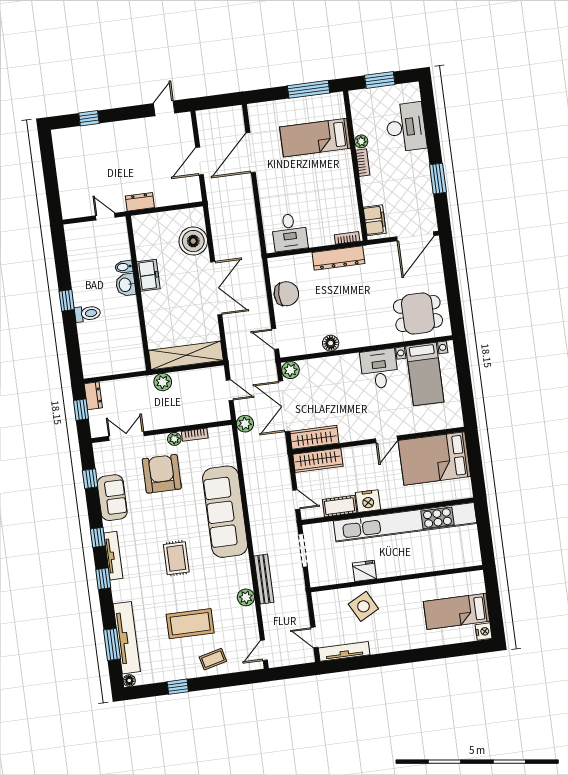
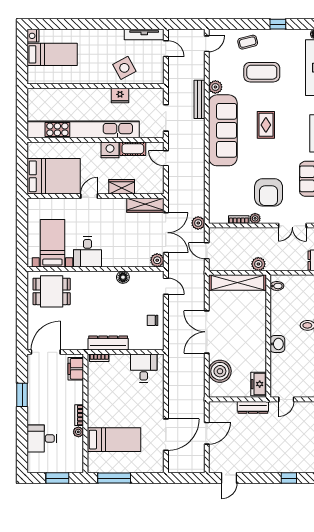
desk: (406, 127) -> (42, 438), width x0.73
dresser: (140, 202) -> (253, 407), width x1.44
door: (105, 217) -> (286, 399), hinge flipped
bidet: (124, 267) -> (277, 286), moved
freezer: (148, 275) -> (259, 384), moved
chair: (286, 294) -> (153, 320), width x0.54, depth x0.54
wardrobe: (318, 460) -> (122, 187), moved, width x0.67
sofa: (225, 512) -> (223, 130), moved

